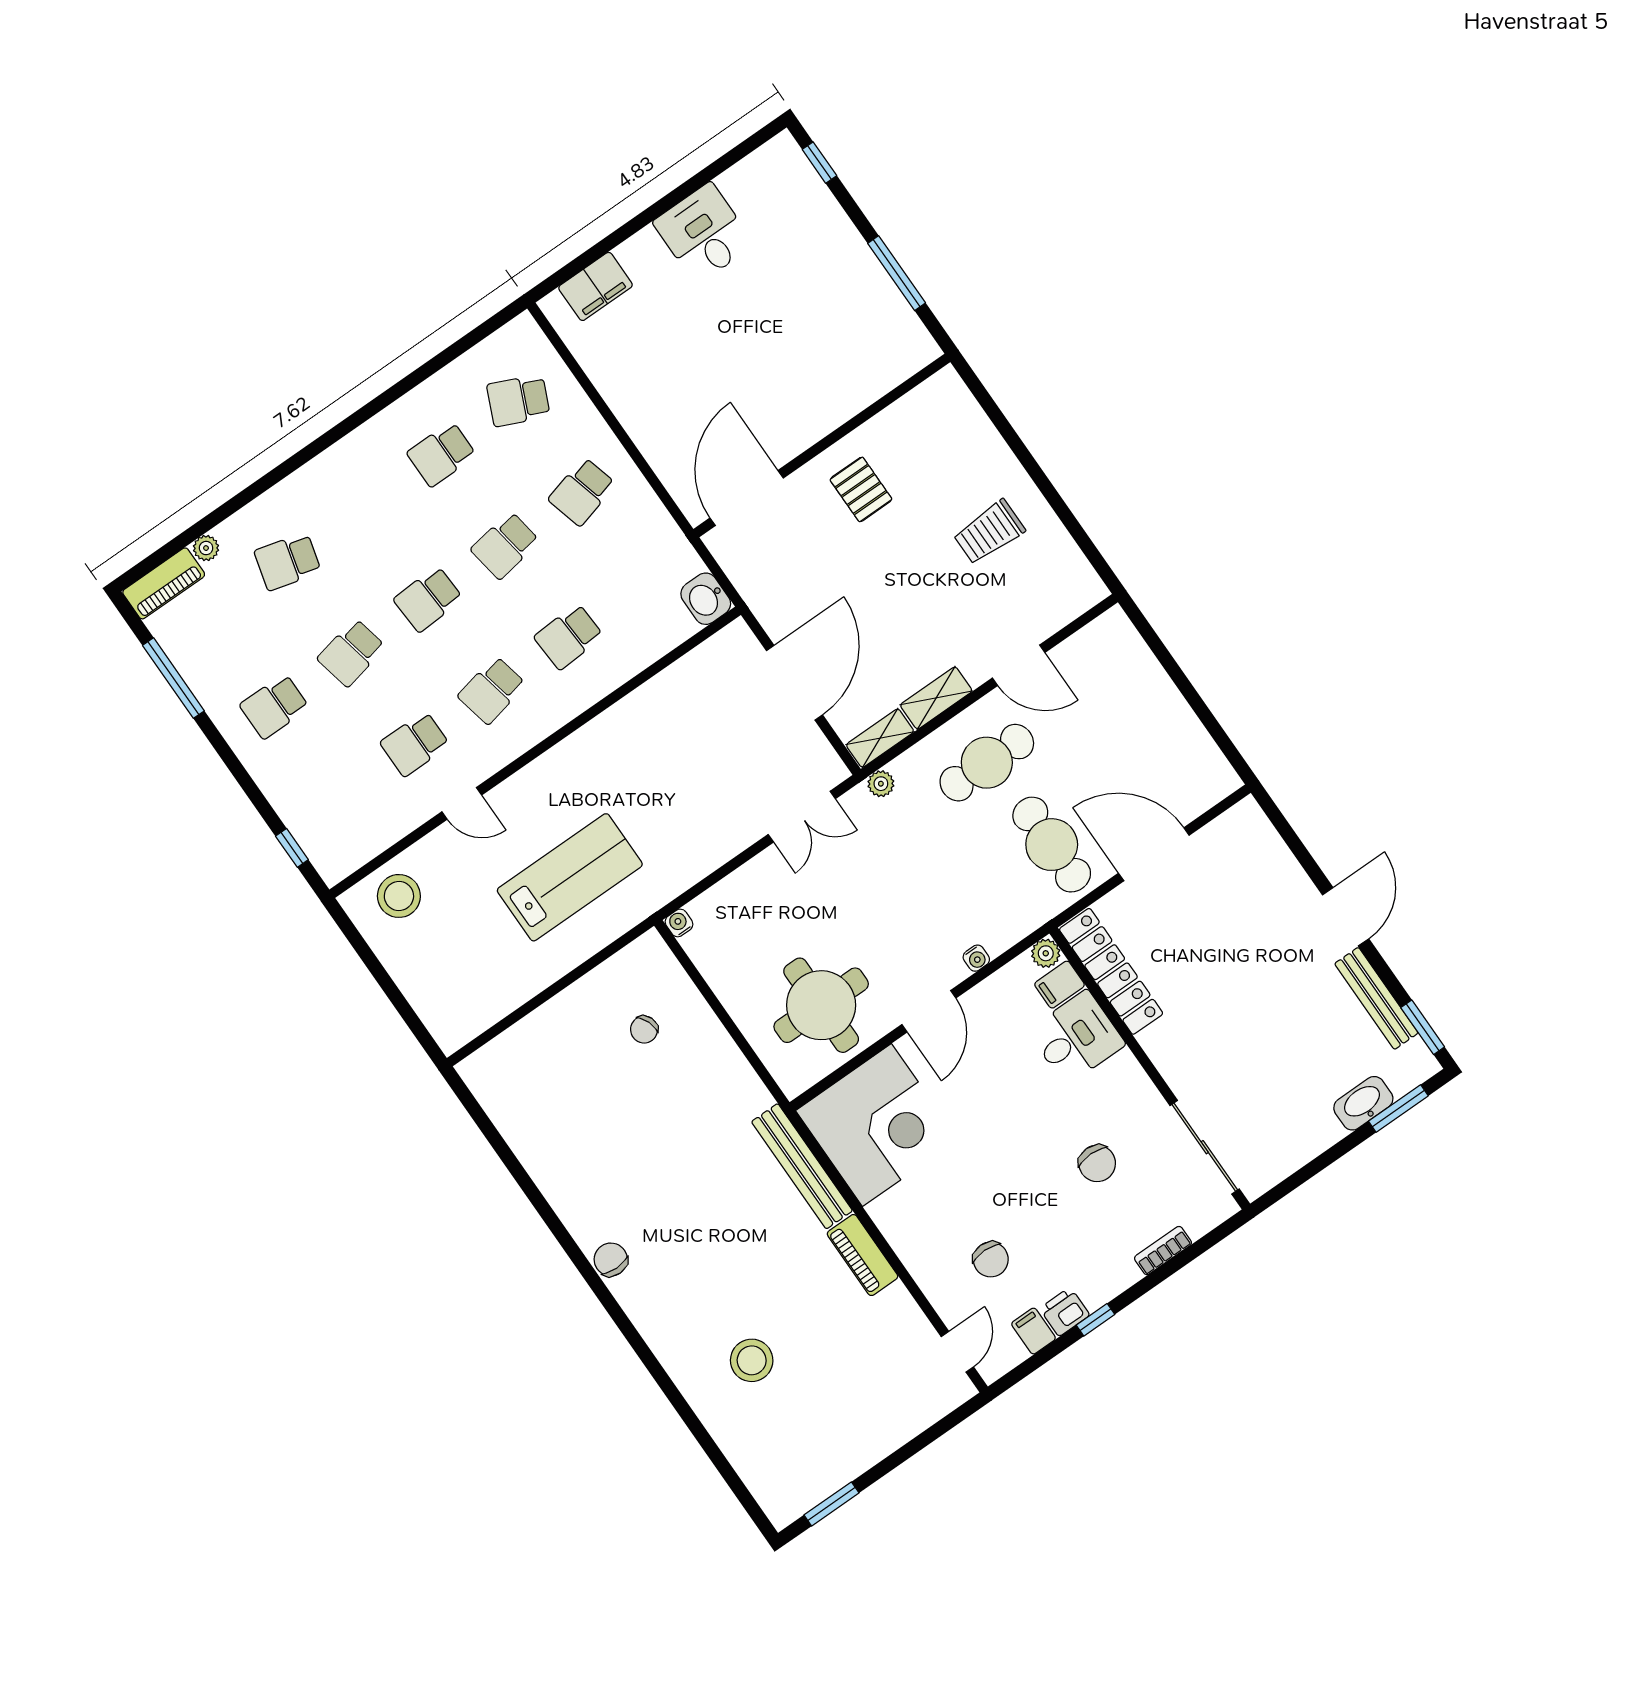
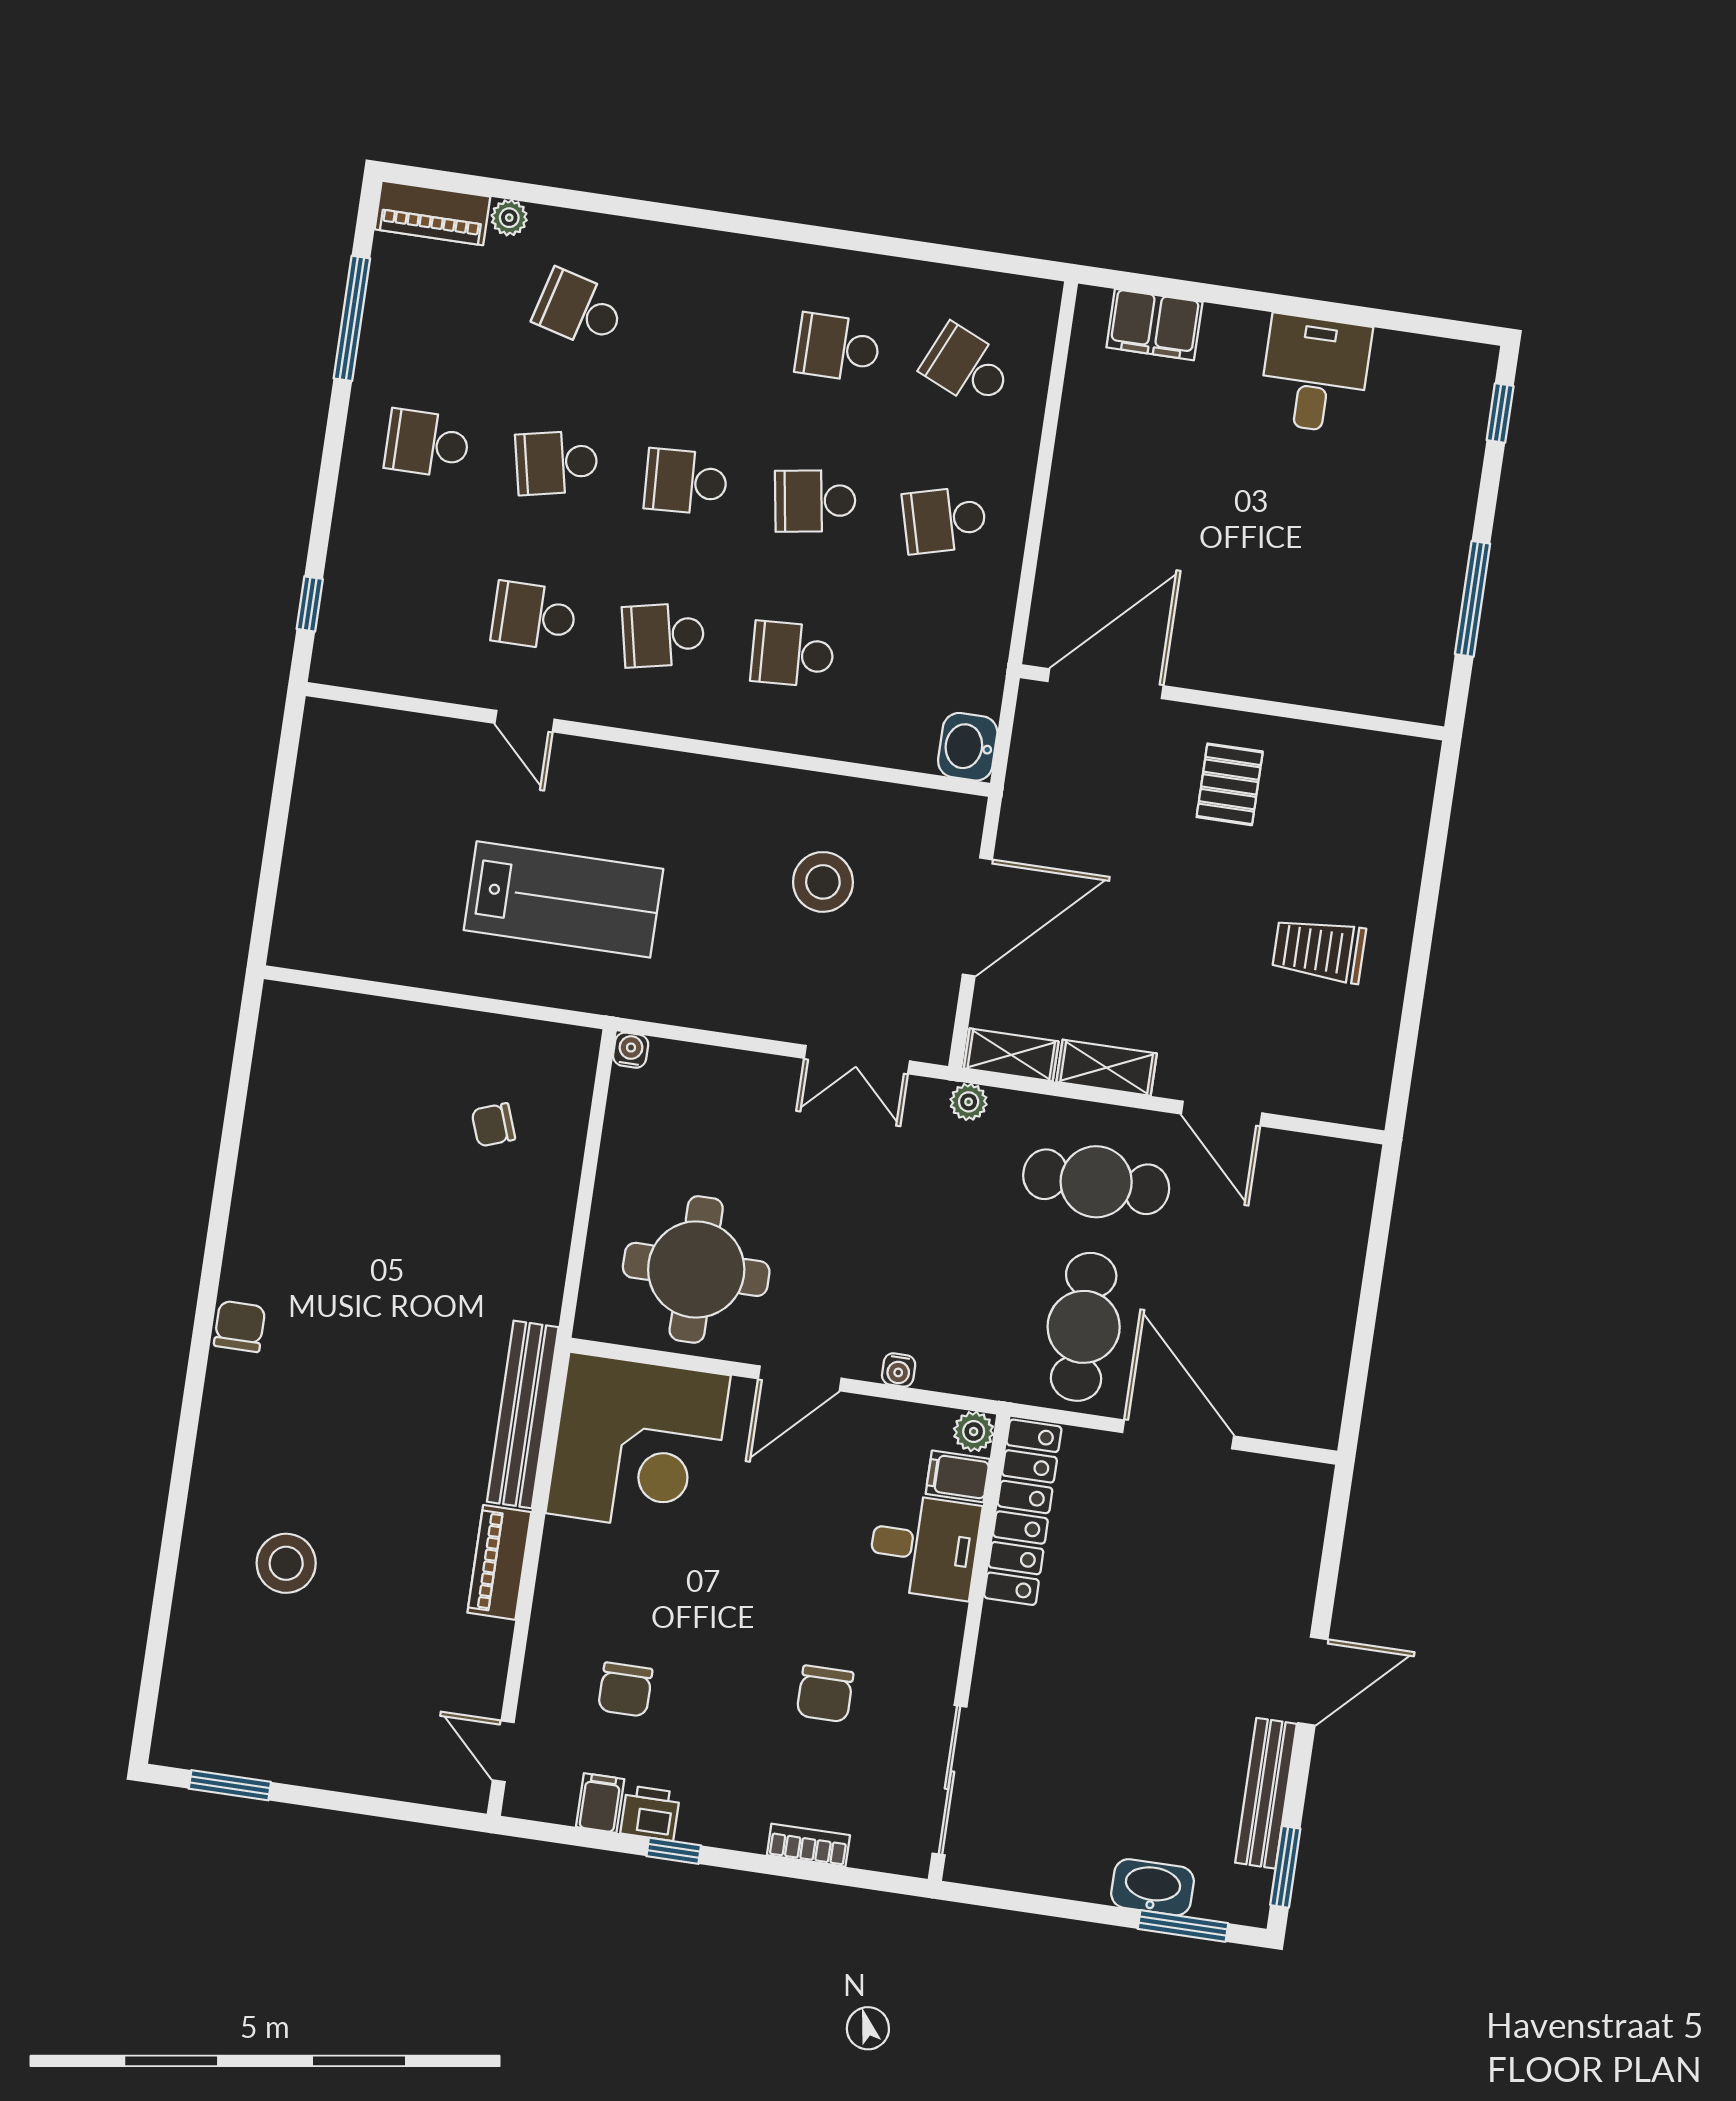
stool: (399, 896) -> (823, 882), moved
door: (957, 1352) -> (503, 1751), swing flipped

